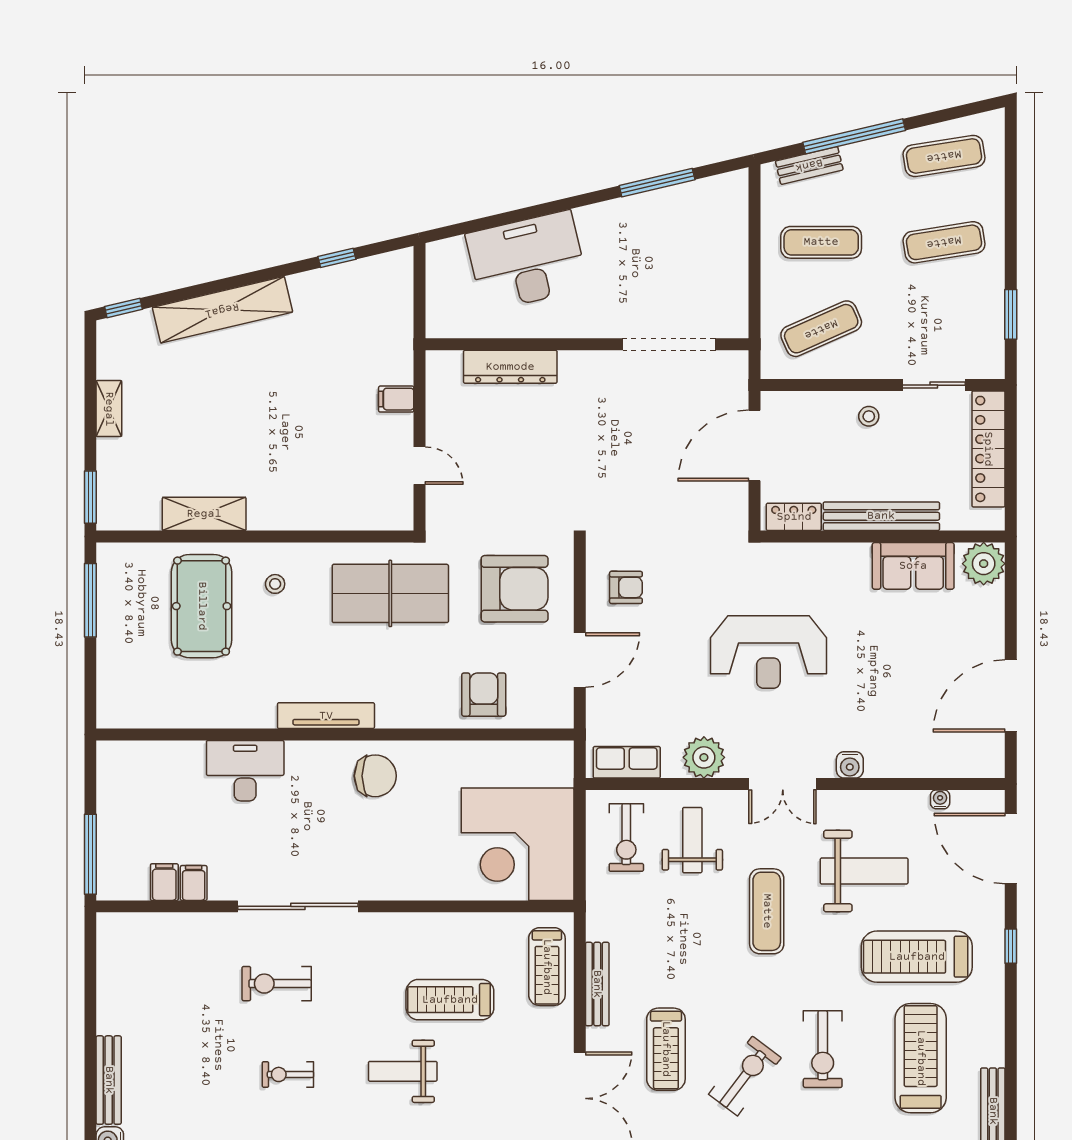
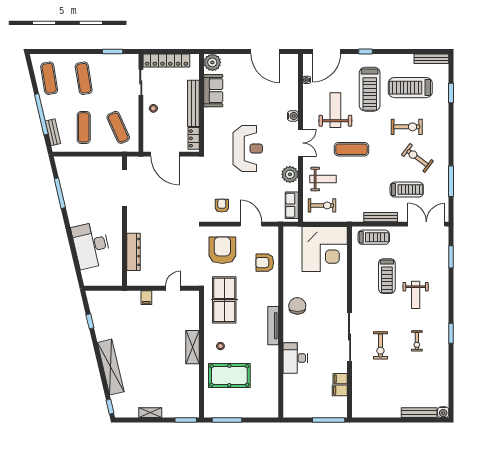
shelving: (204, 514) -> (192, 347), moved
weight bench: (692, 840) -> (323, 179), turned 180

